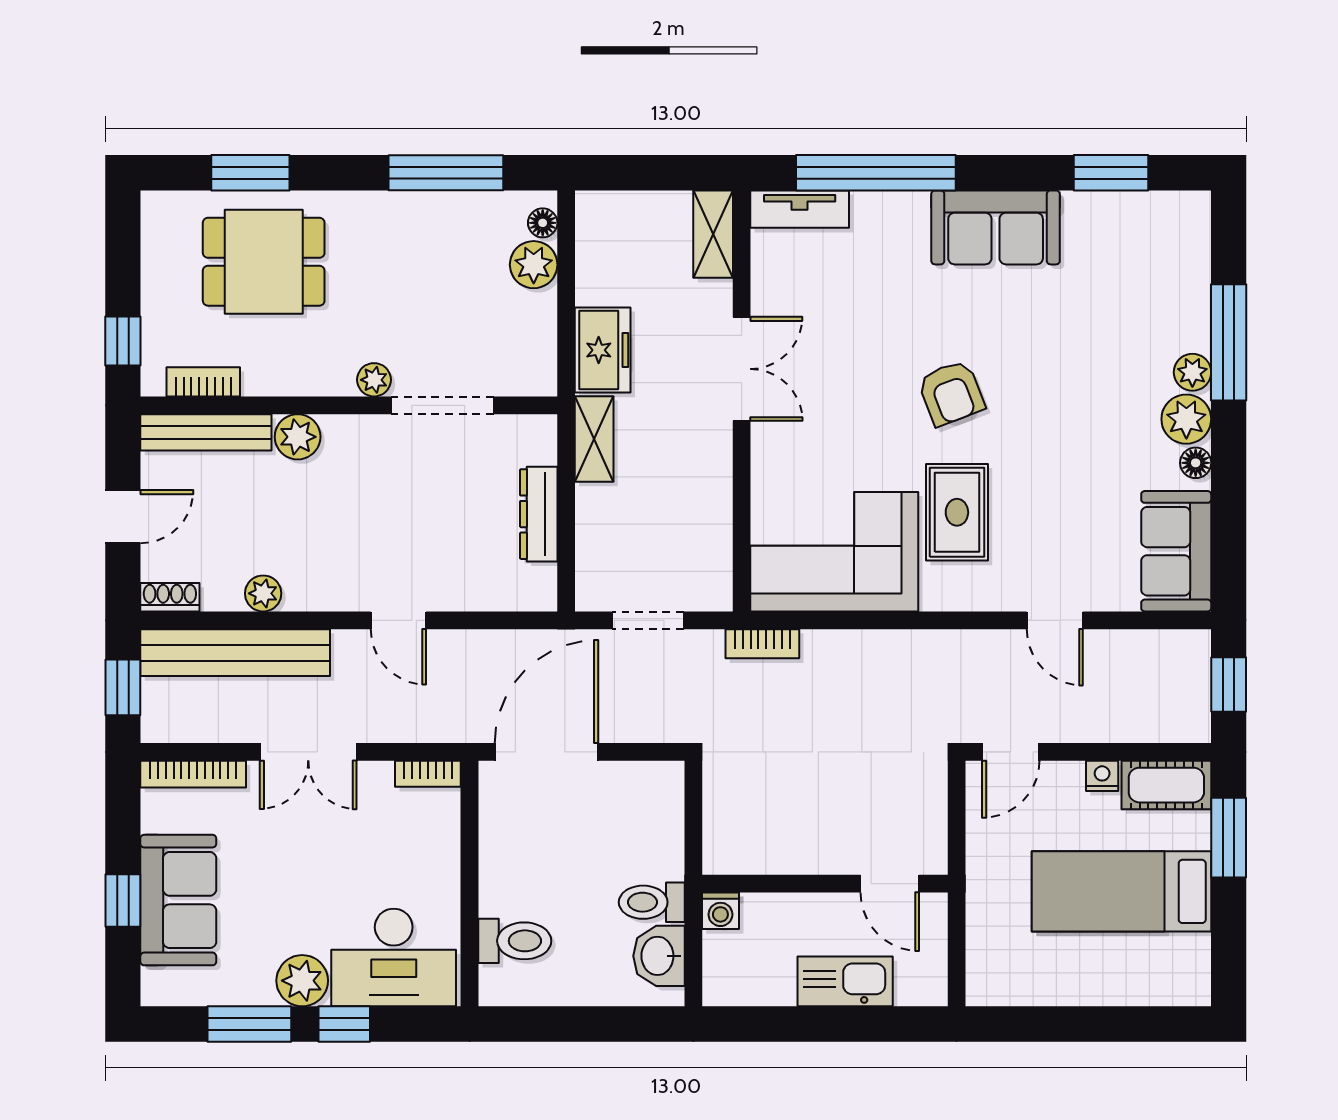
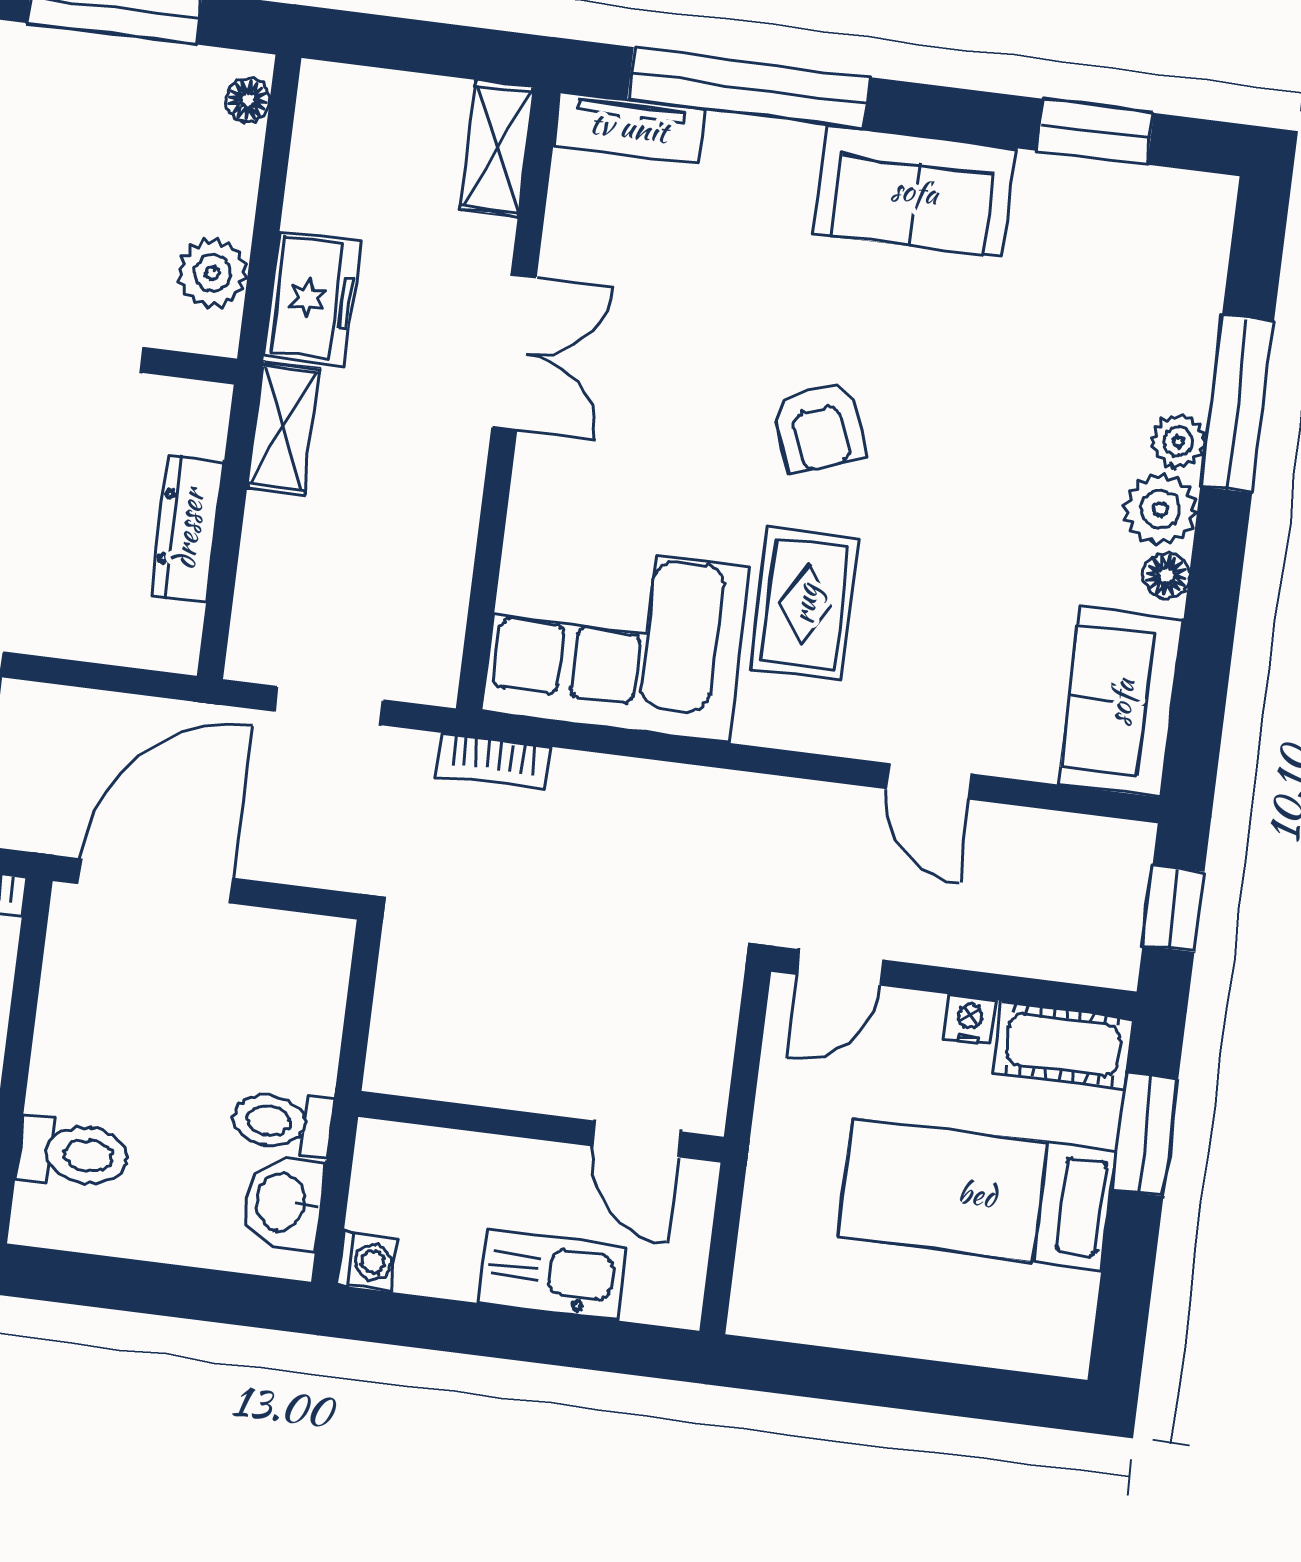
plant: (534, 265) -> (212, 273), moved
washing machine: (720, 911) -> (368, 1261), moved, turned -90

